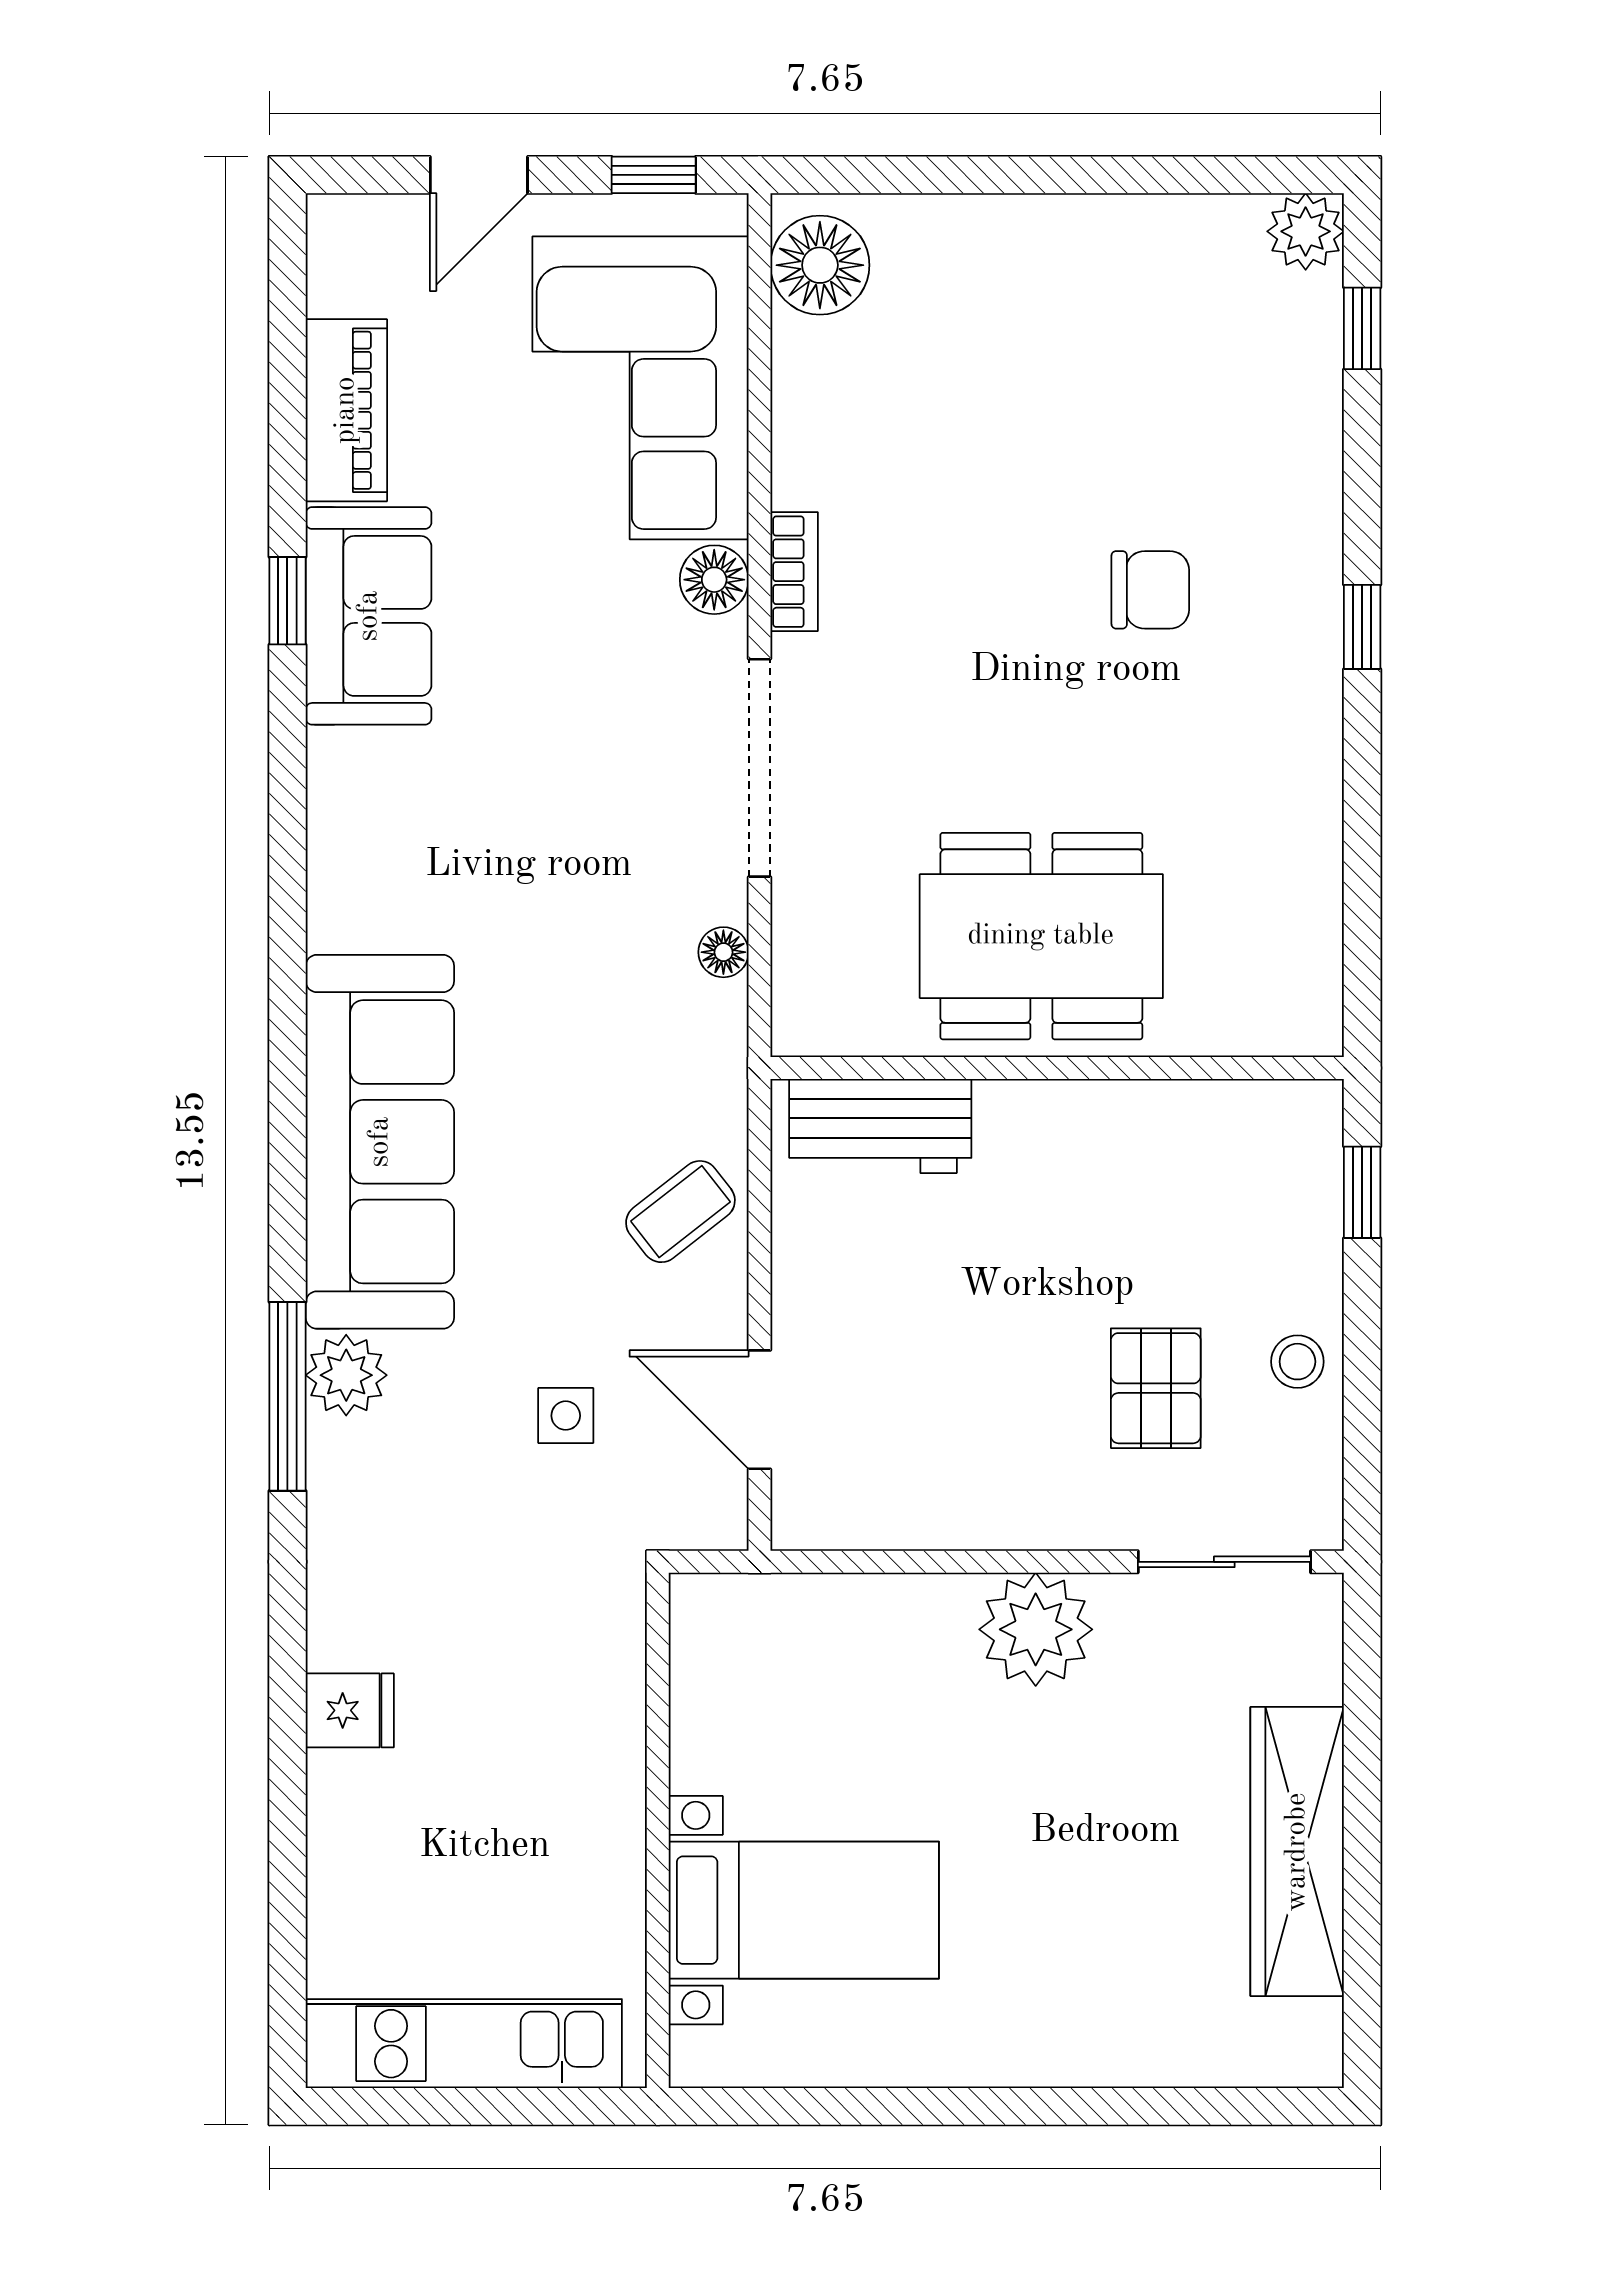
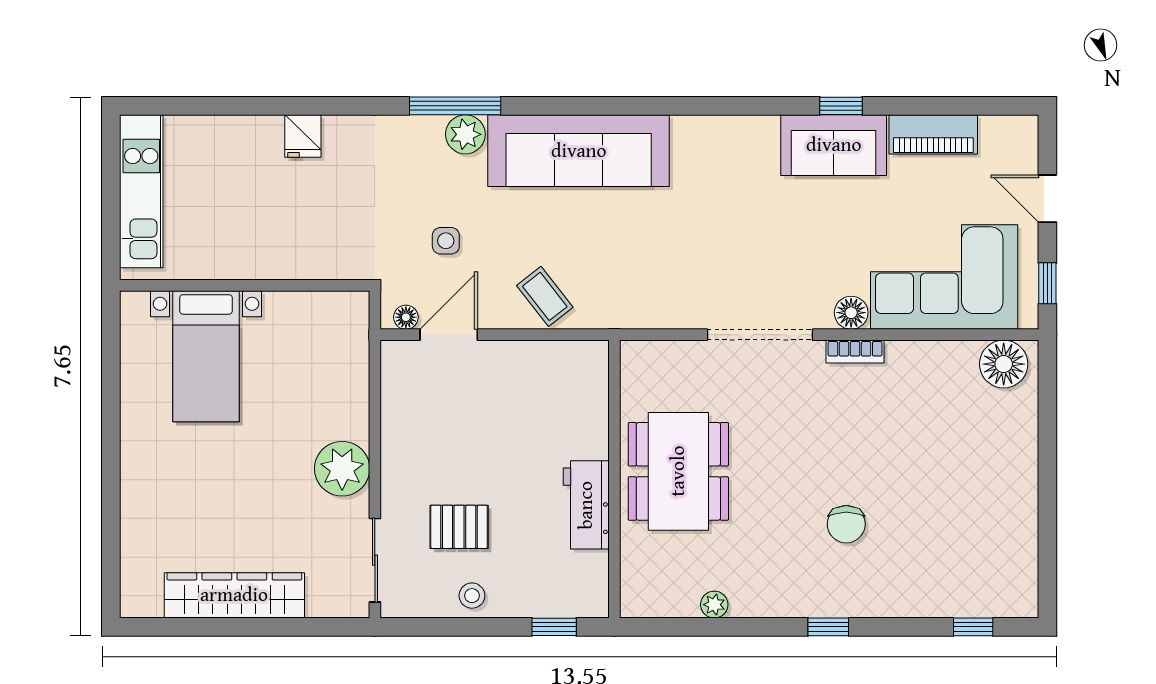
plant: (1306, 231) -> (714, 605), moved, width x0.73, depth x0.73
floor lamp: (723, 952) -> (406, 317), moved
workbench: (880, 1126) -> (586, 505), moved

